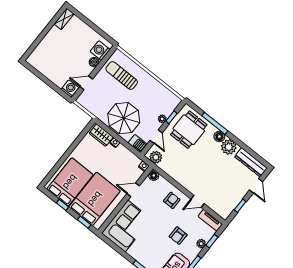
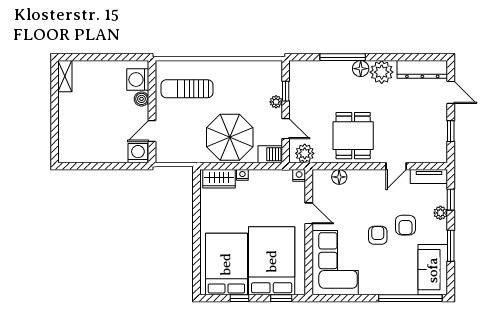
dining table: (189, 130) -> (353, 136), moved
floor lamp: (154, 175) -> (339, 177), moved
door: (133, 190) -> (309, 213), swing flipped
armchair: (172, 200) -> (378, 235), moved

